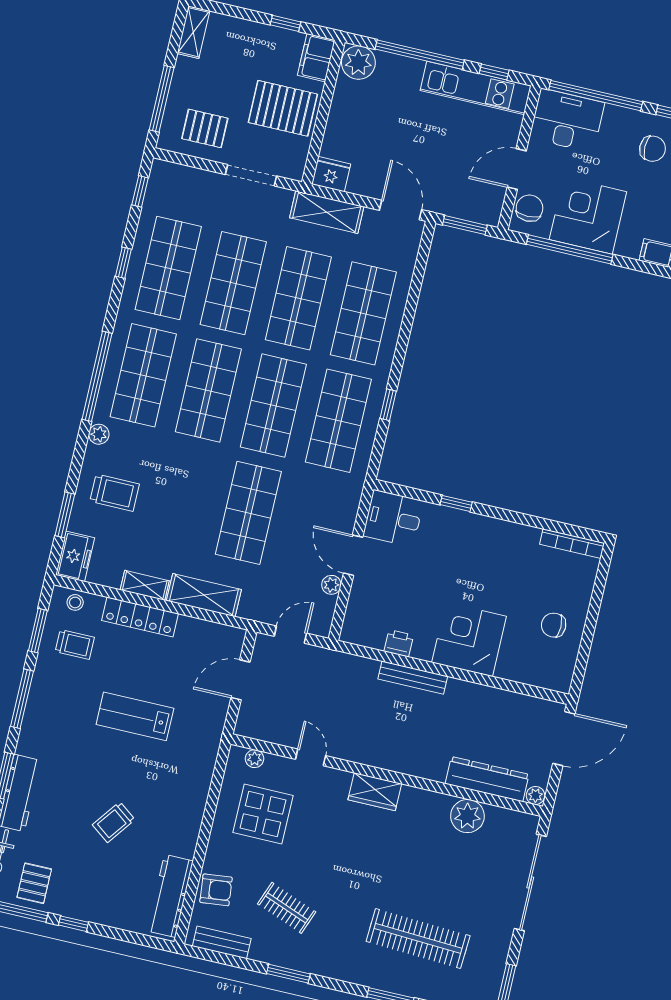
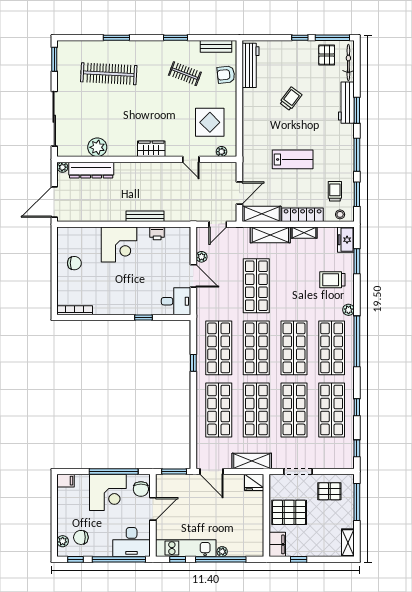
plant: (358, 63) -> (222, 552), moved, width x0.53, depth x0.53
shelving: (210, 635) -> (262, 214), added
trolley: (75, 644) -> (335, 191), turned 90

